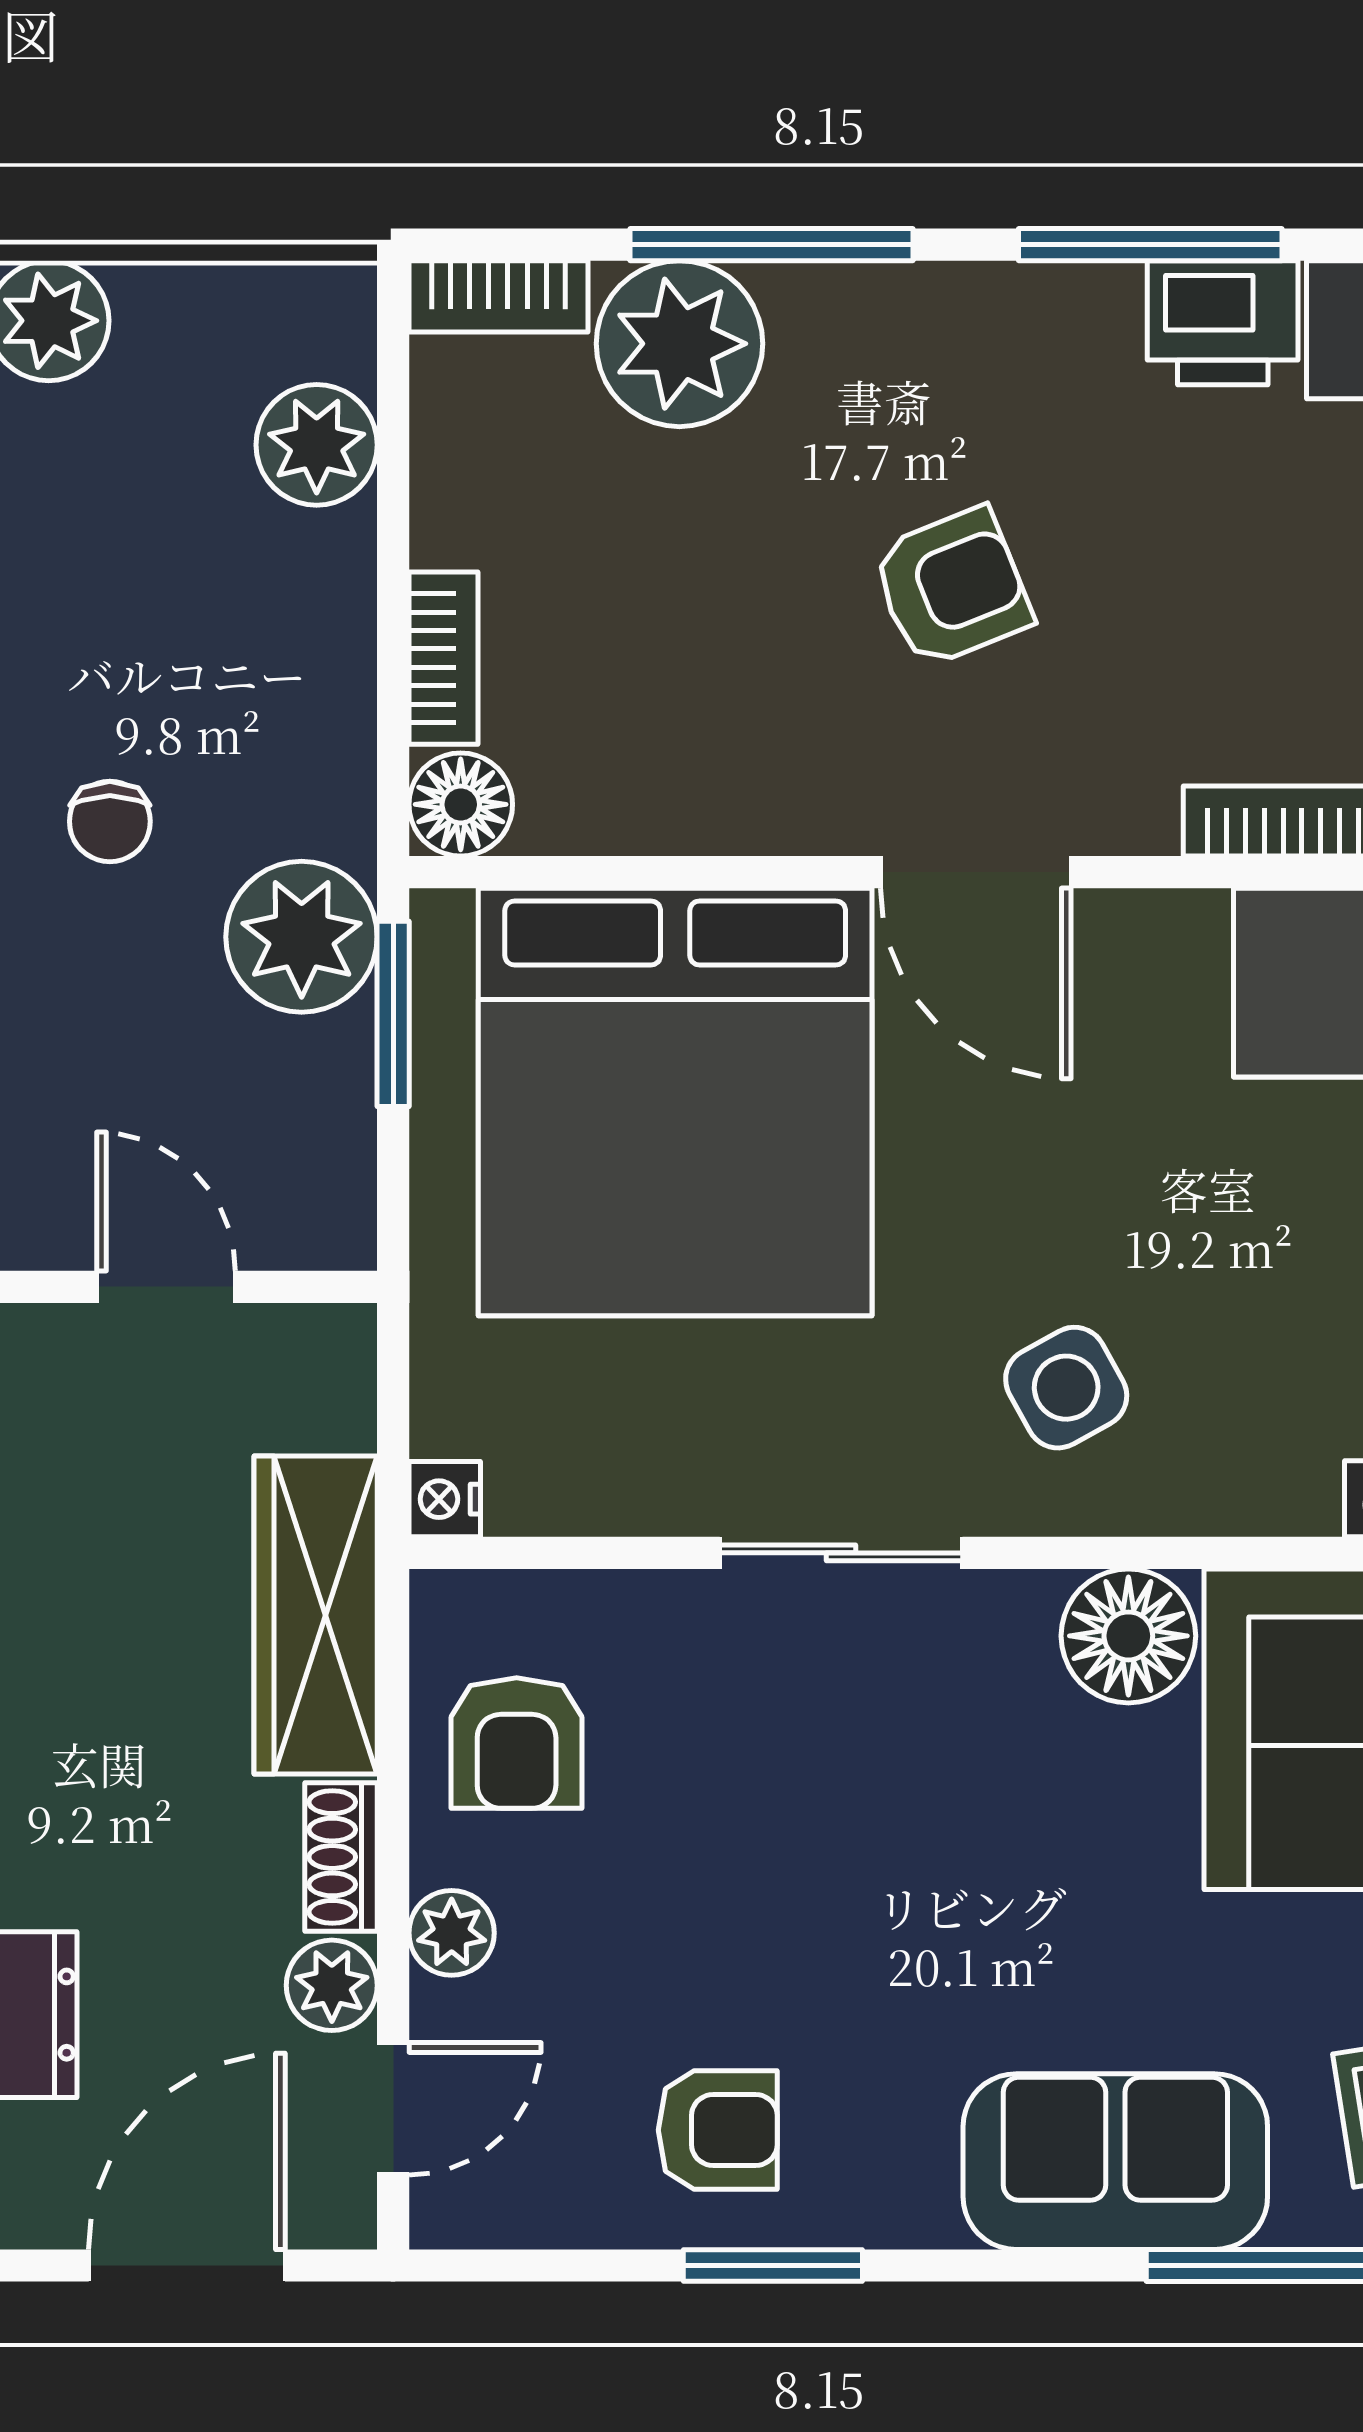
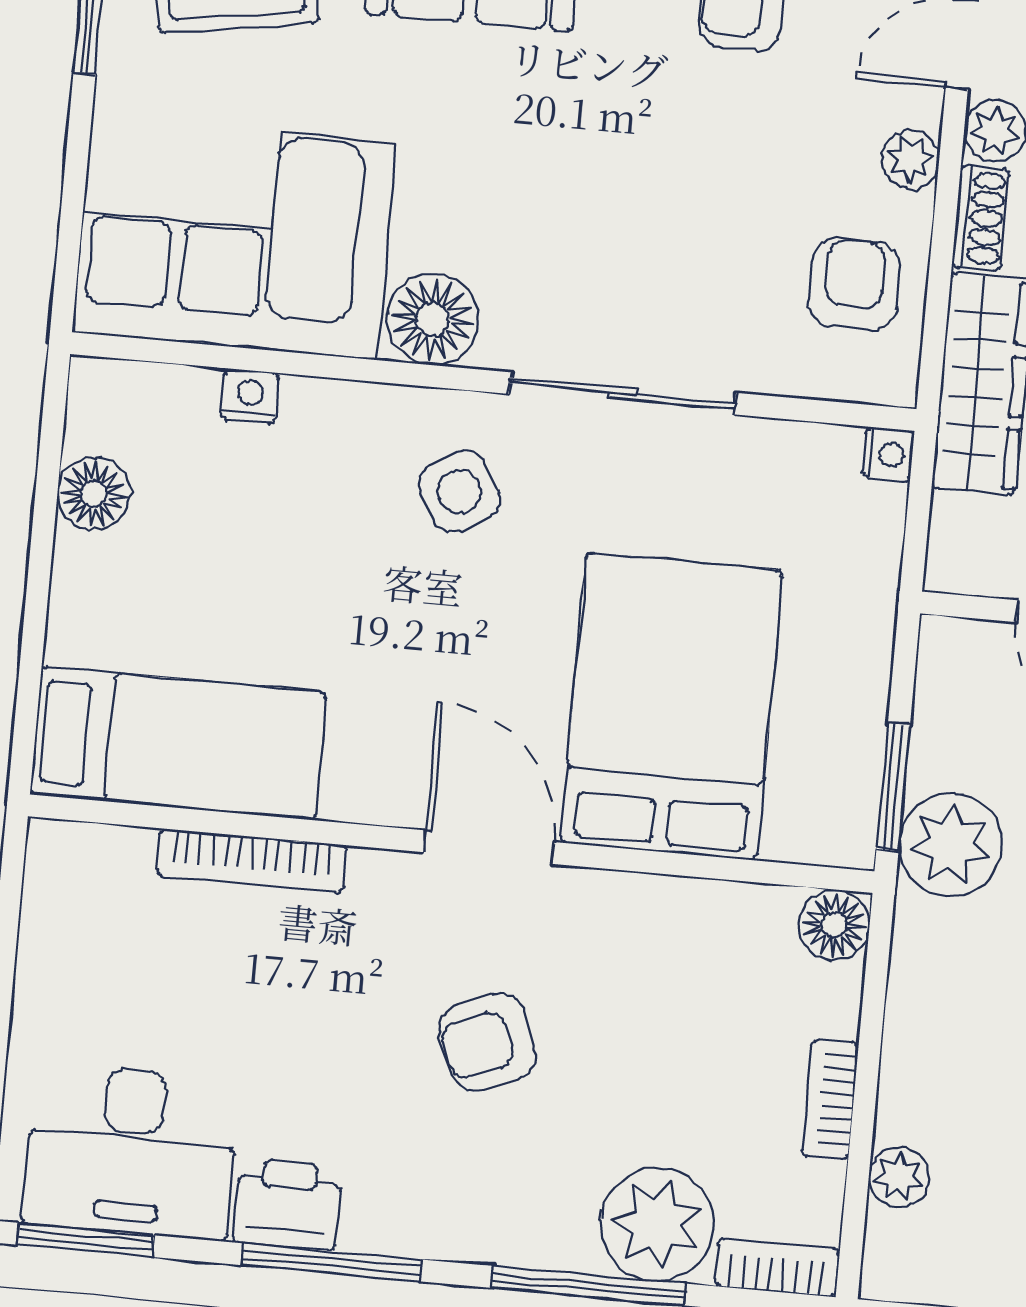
plant: (317, 445) -> (899, 1177), width x0.73, depth x0.73
bookcase: (443, 658) -> (830, 1100), moved
bed: (675, 1102) -> (672, 706), width x0.73
sliding door: (841, 1553) -> (622, 393), width x1.37

